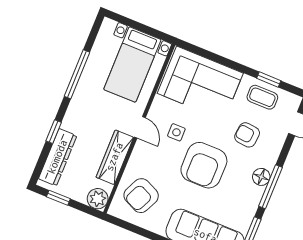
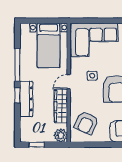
door: (140, 127) -> (69, 82), swing flipped
window: (54, 132) -> (17, 95), moved
dresser: (58, 157) -> (26, 99), moved

